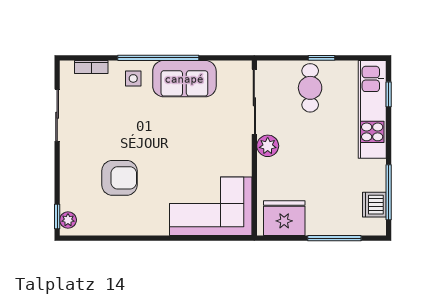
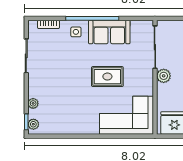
rug: (181, 147) -> (107, 77), added
armchair: (119, 178) -> (67, 97), removed
plant: (68, 188) -> (33, 103), added

